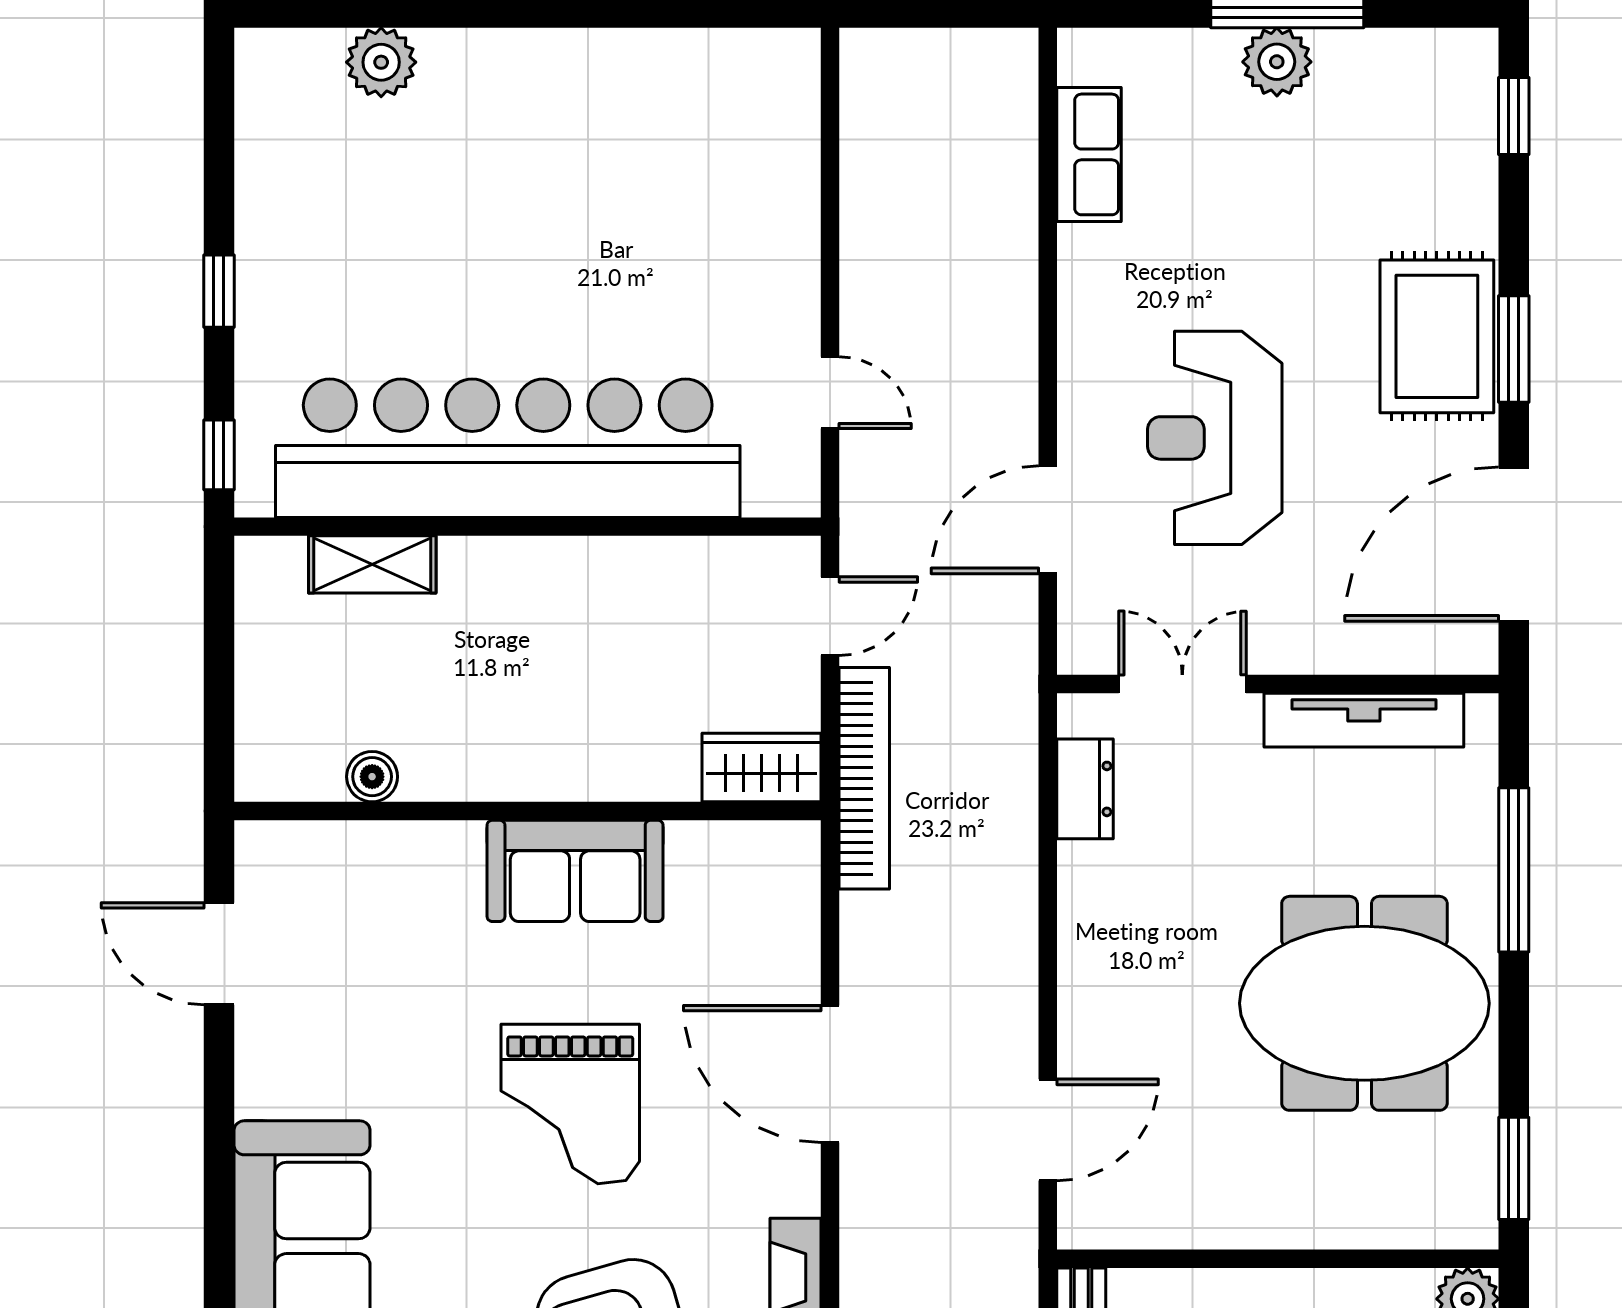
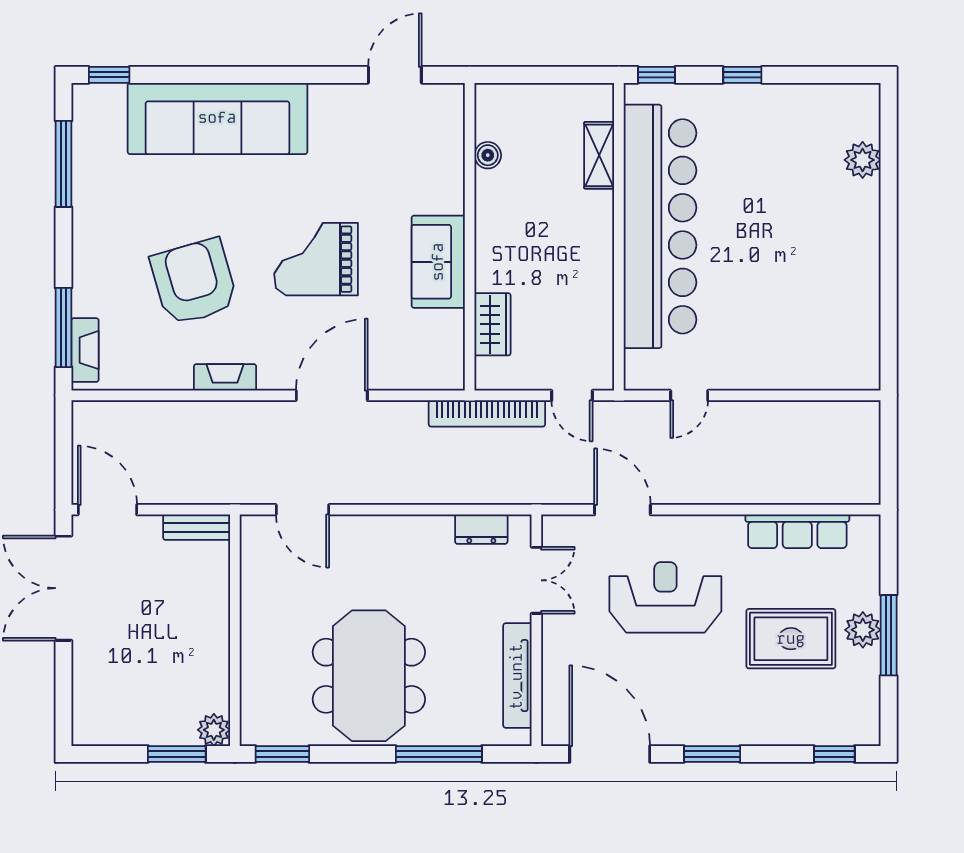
row of seats: (1089, 154) -> (797, 531), width x1.48
rug: (1437, 336) -> (791, 639), moved
wardrobe: (762, 768) -> (493, 324), moved

